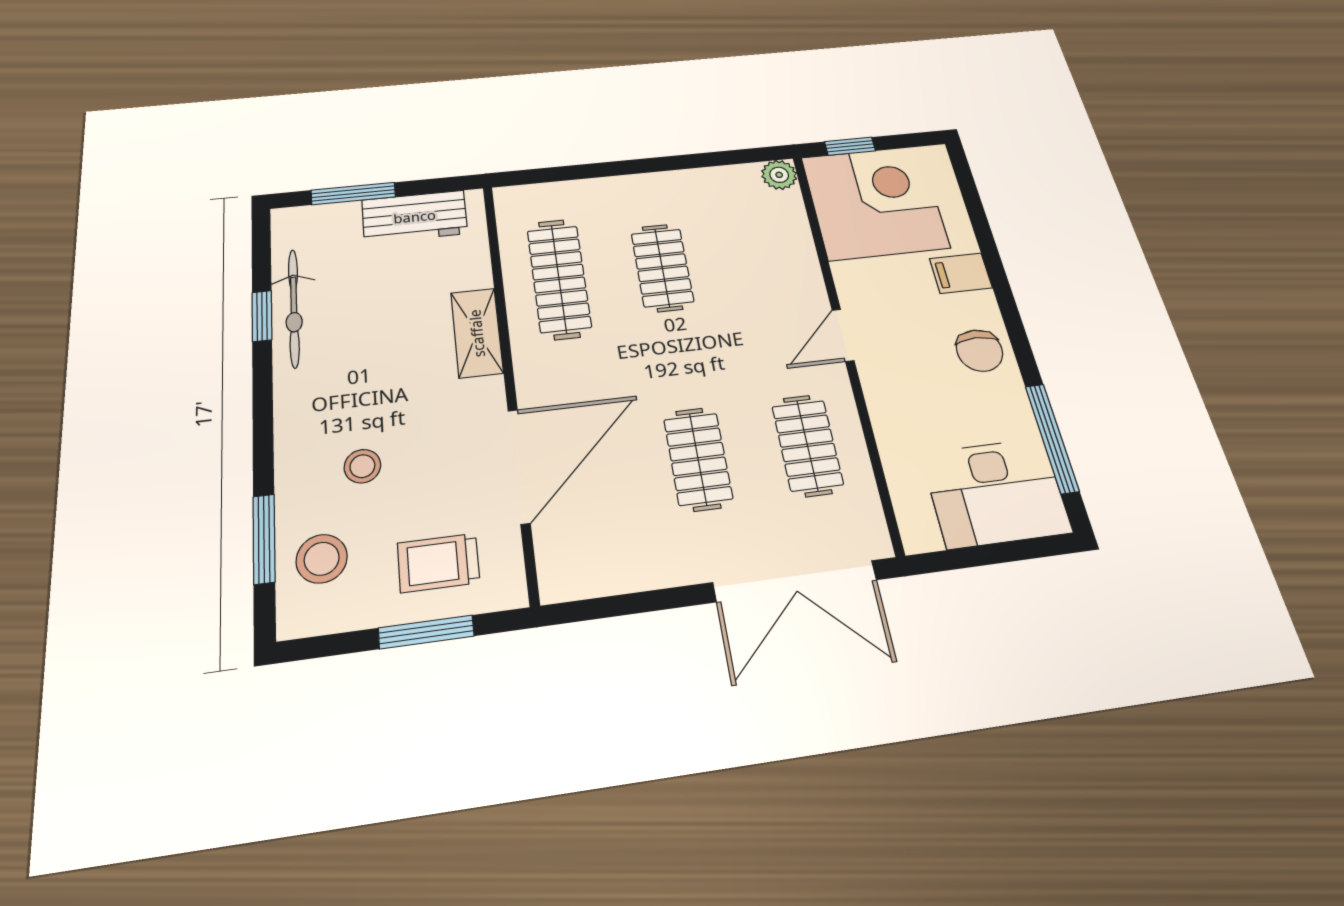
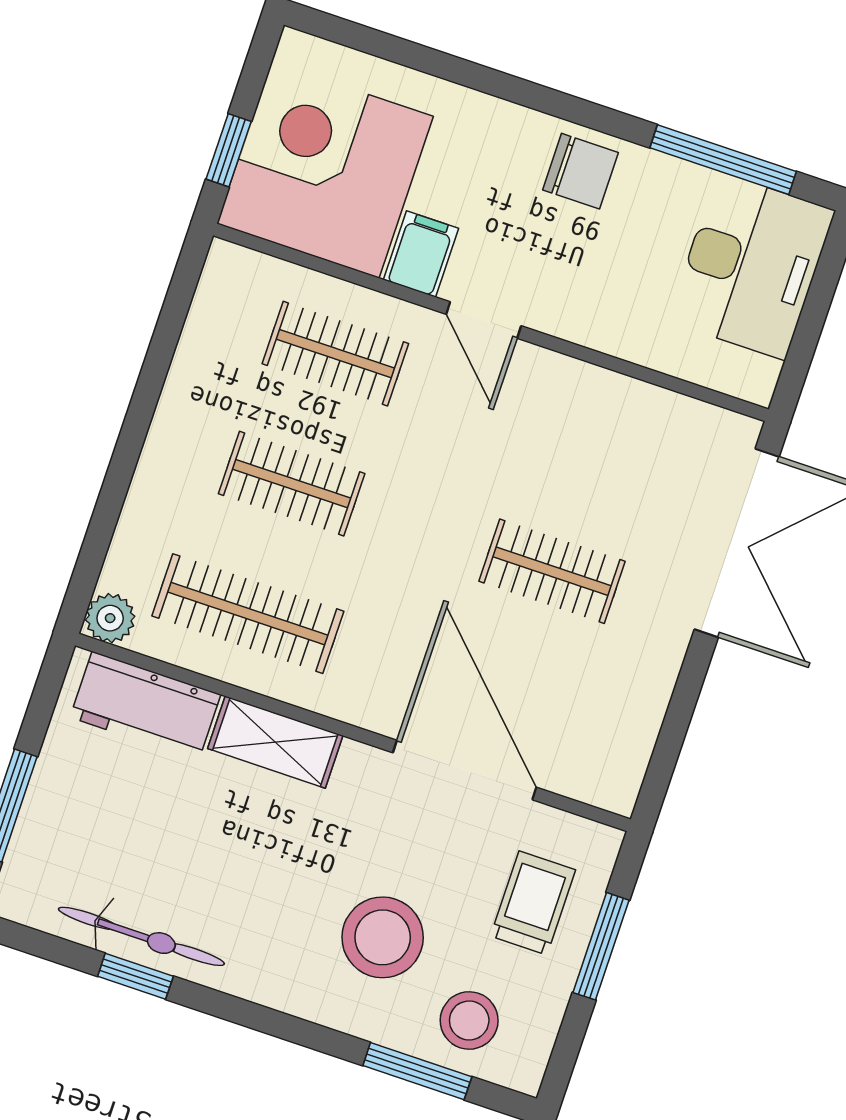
plant: (779, 175) -> (110, 618), moved
workbench: (415, 217) -> (145, 706), moved, turned 90
filing cabinet: (961, 273) -> (421, 254), moved, turned 180
clothes rail: (807, 445) -> (335, 354), moved
stool: (362, 466) -> (383, 937), width x1.89, depth x1.89
trolley: (438, 563) -> (533, 903), turned 180

